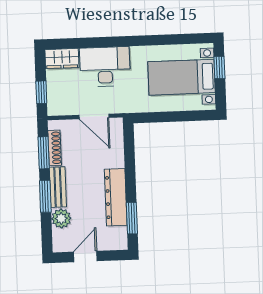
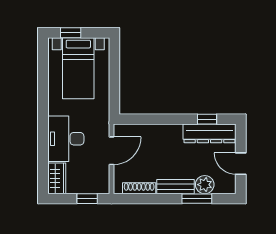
window: (44, 153) -> (143, 199), removed
window: (45, 196) -> (197, 199), moved
dresser: (116, 197) -> (210, 133), moved
window: (132, 218) -> (207, 119), width x0.67

